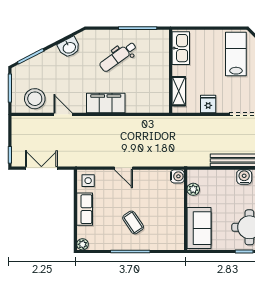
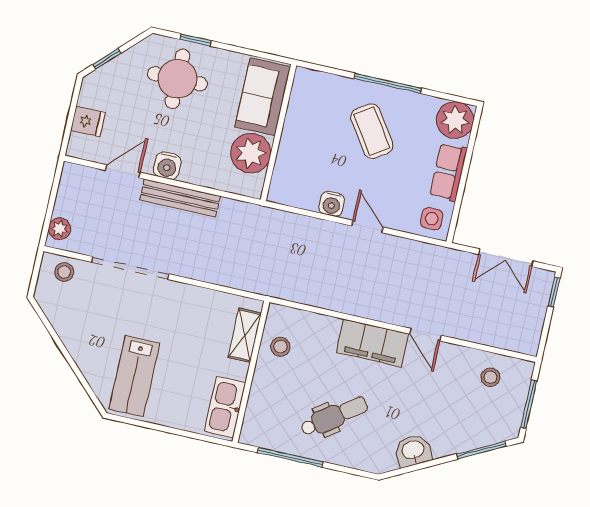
stool: (157, 89) -> (280, 347), added
stool: (35, 99) -> (490, 377), width x0.53, depth x0.53
fridge: (208, 104) -> (200, 302), removed
door: (63, 114) -> (425, 335), moved
water cooler: (177, 176) -> (332, 204), moved, turned -90
plant: (193, 189) -> (251, 153), width x1.87, depth x1.87
coffee table: (133, 222) -> (372, 131), width x1.36, depth x1.30
plant: (83, 244) -> (455, 120), width x1.87, depth x1.87

